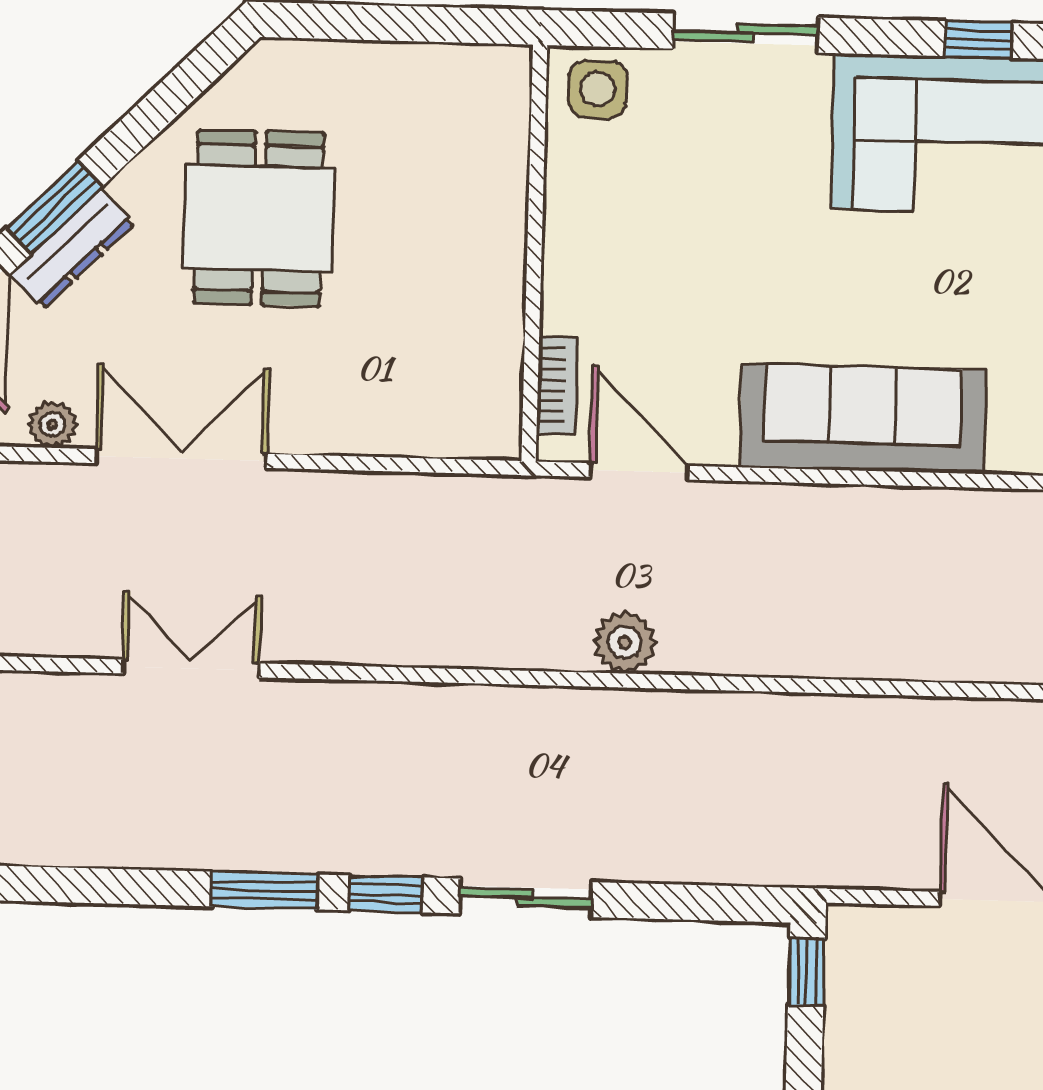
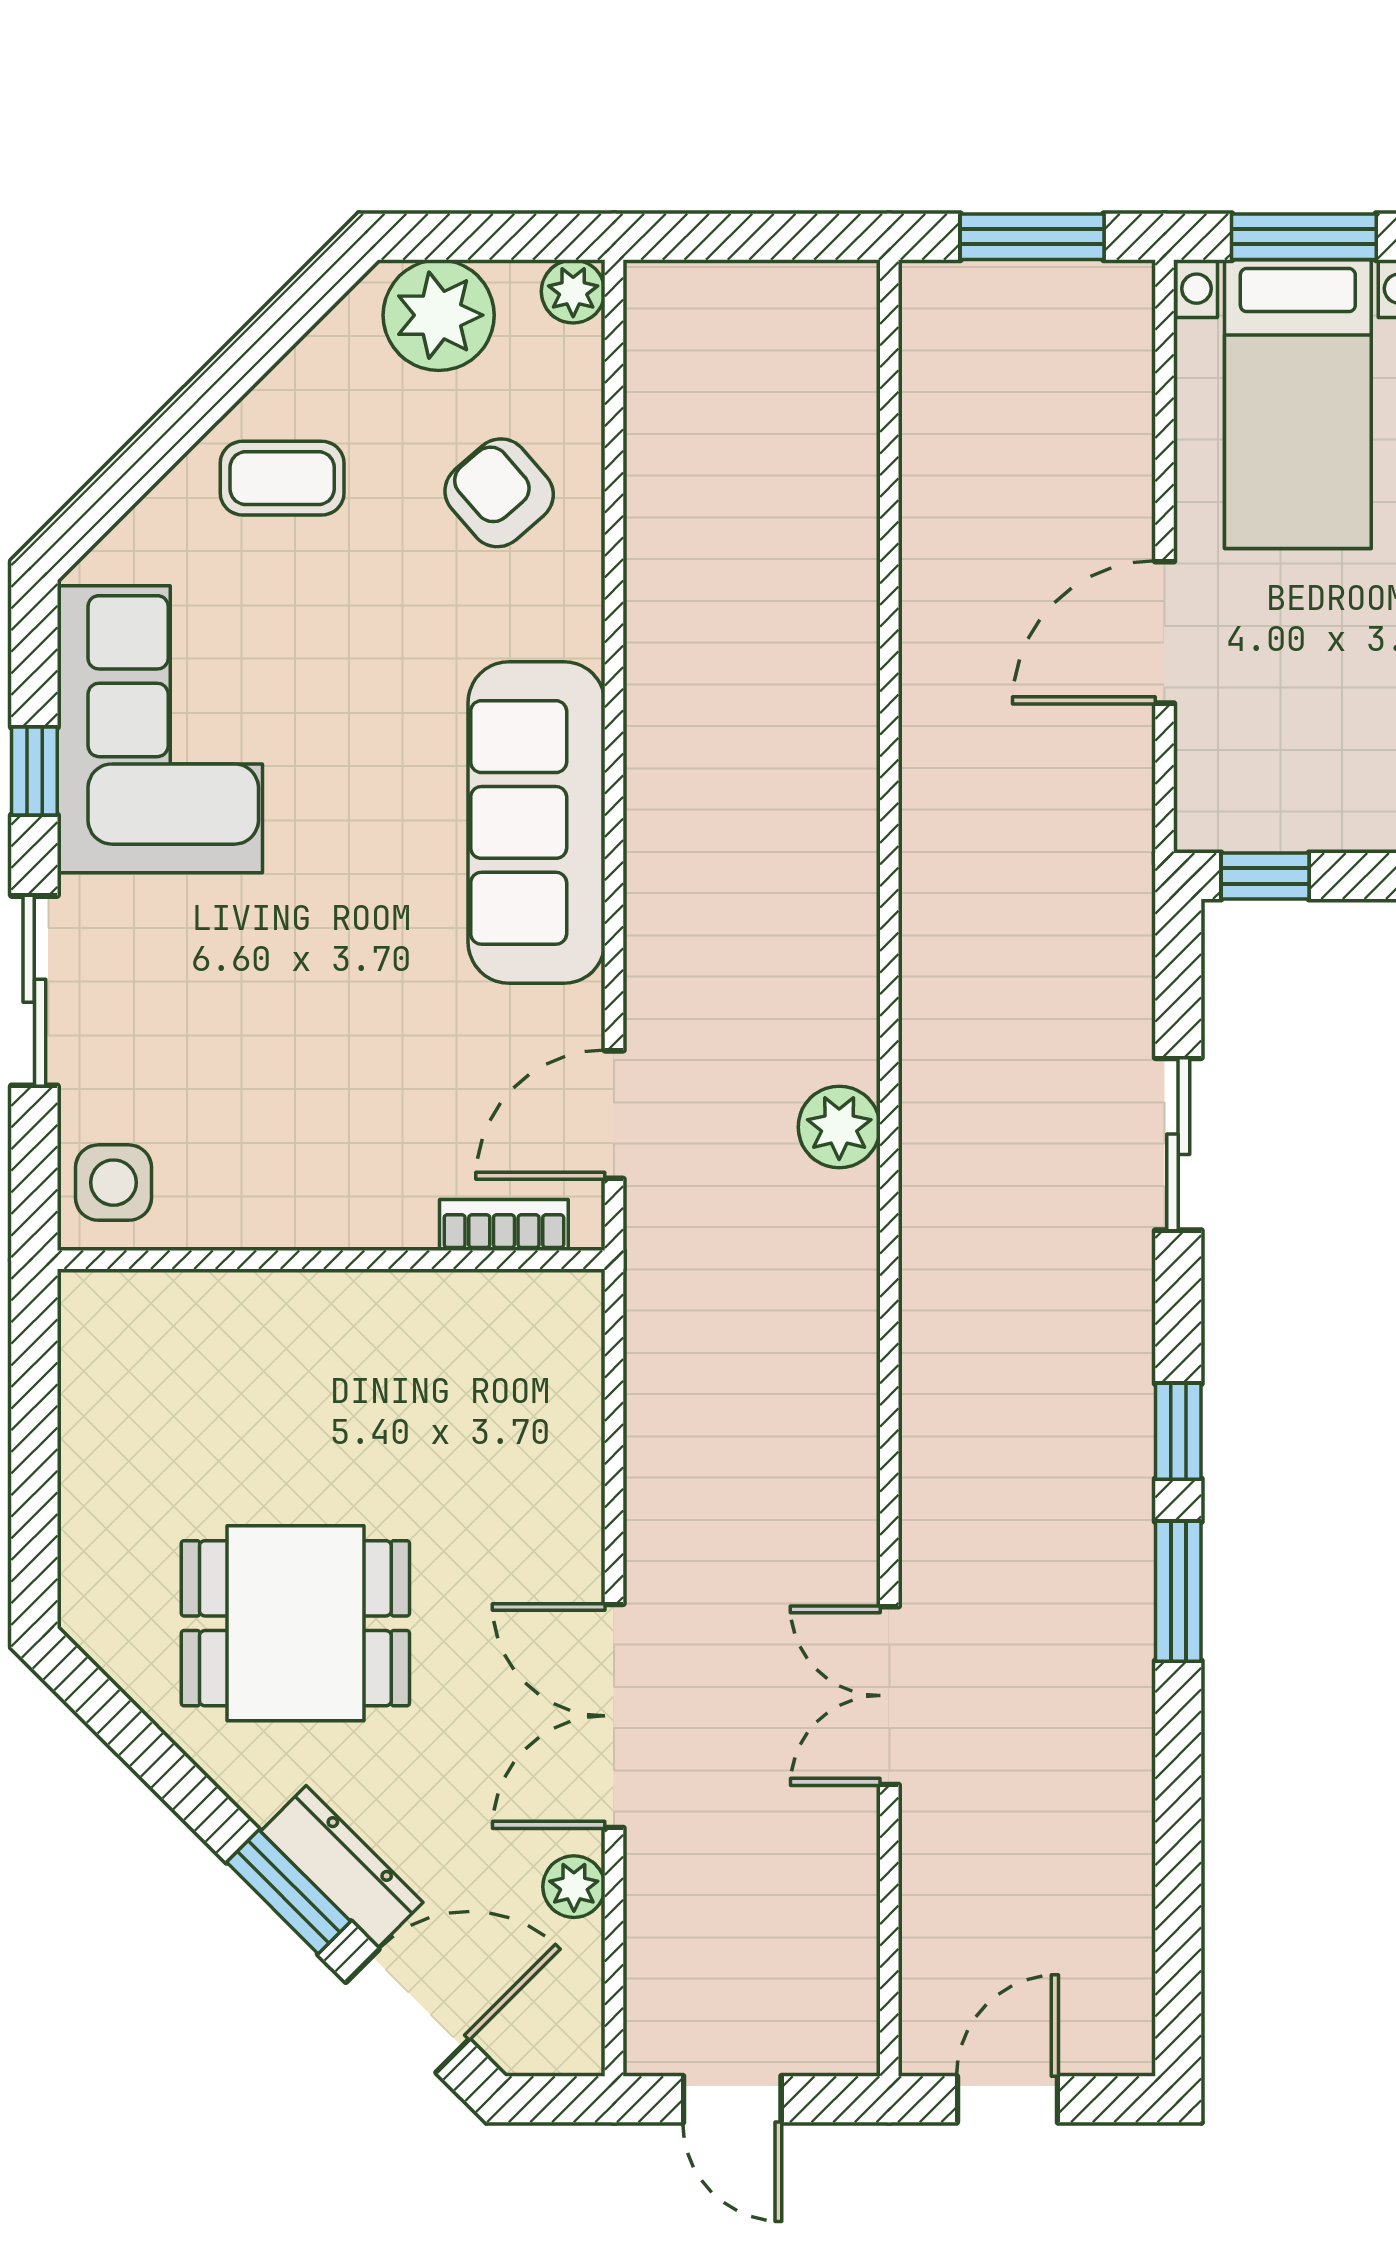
window: (979, 40) -> (34, 771), moved
sliding door: (526, 898) -> (1178, 1144), moved

